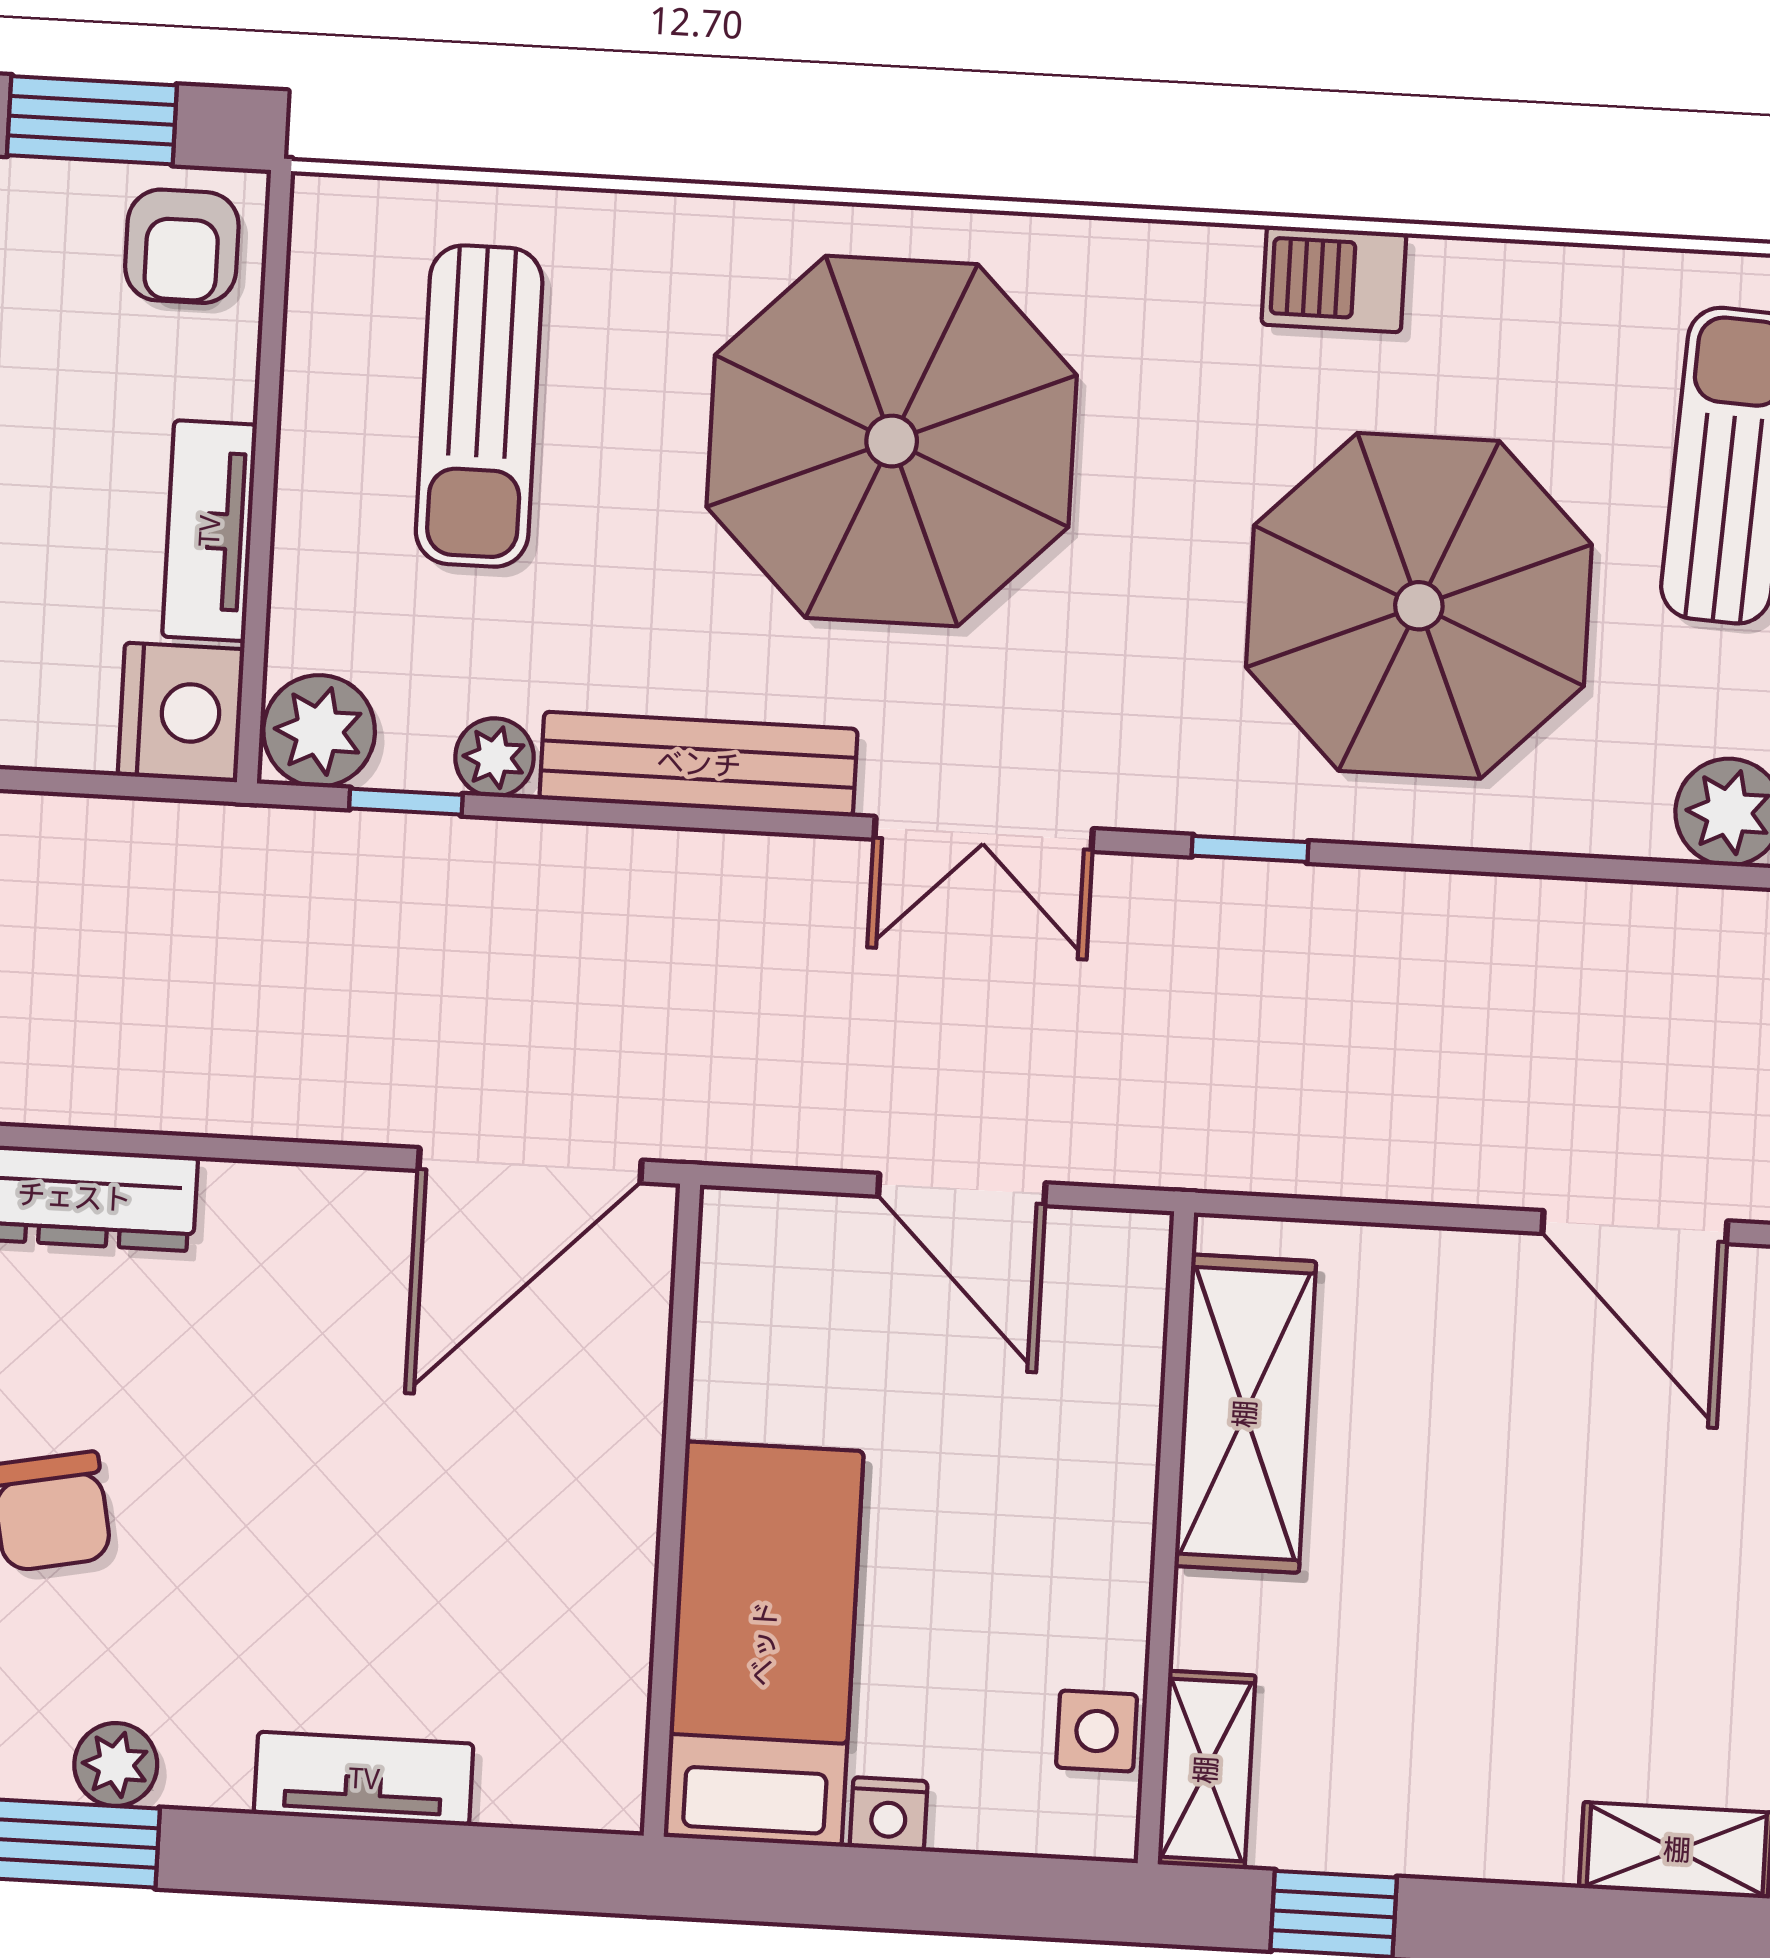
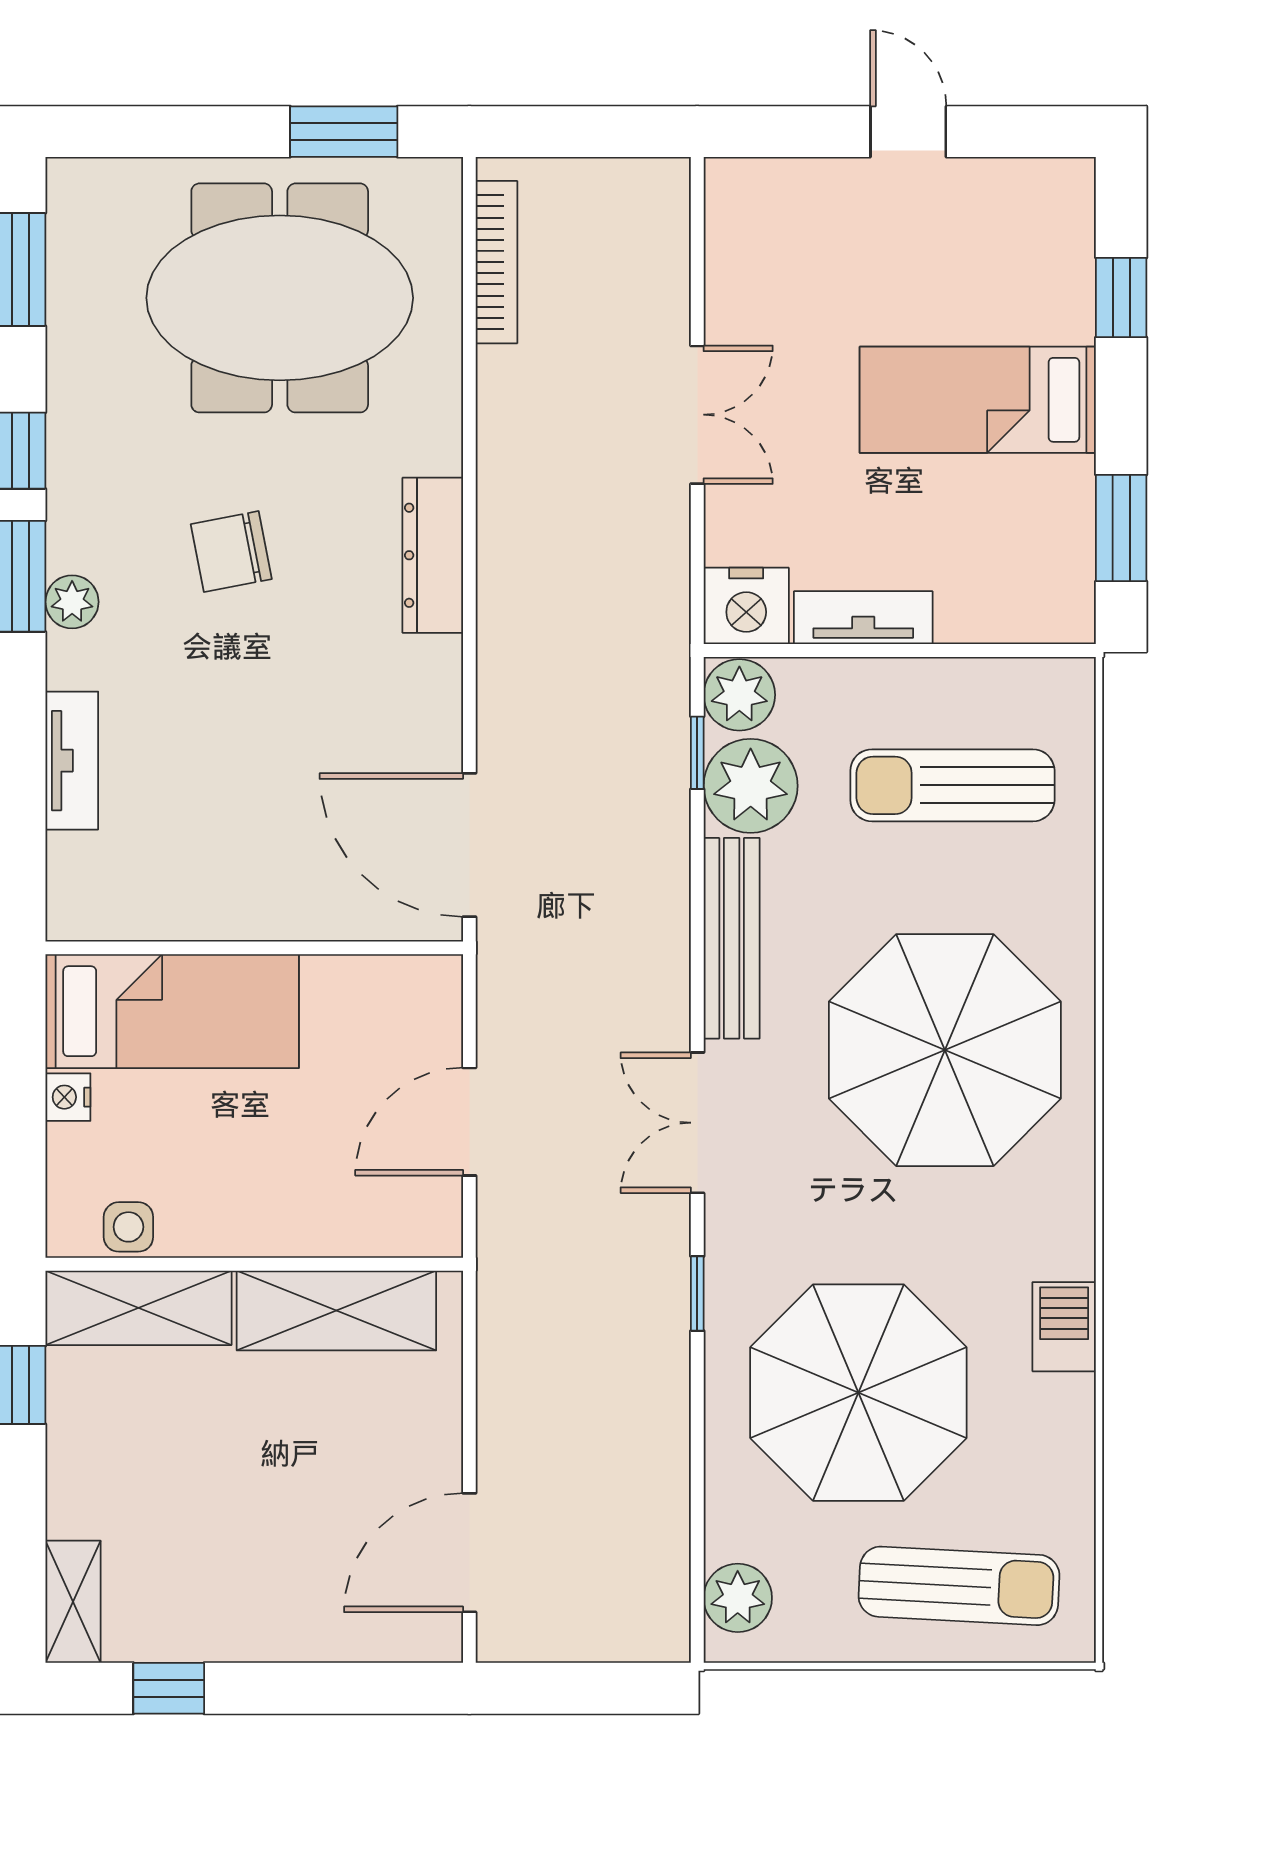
armchair: (182, 246) -> (1044, 590), removed
plant: (495, 757) -> (751, 786), width x1.88, depth x1.88
shelving: (1206, 1770) -> (139, 1308), width x1.50, depth x1.33

